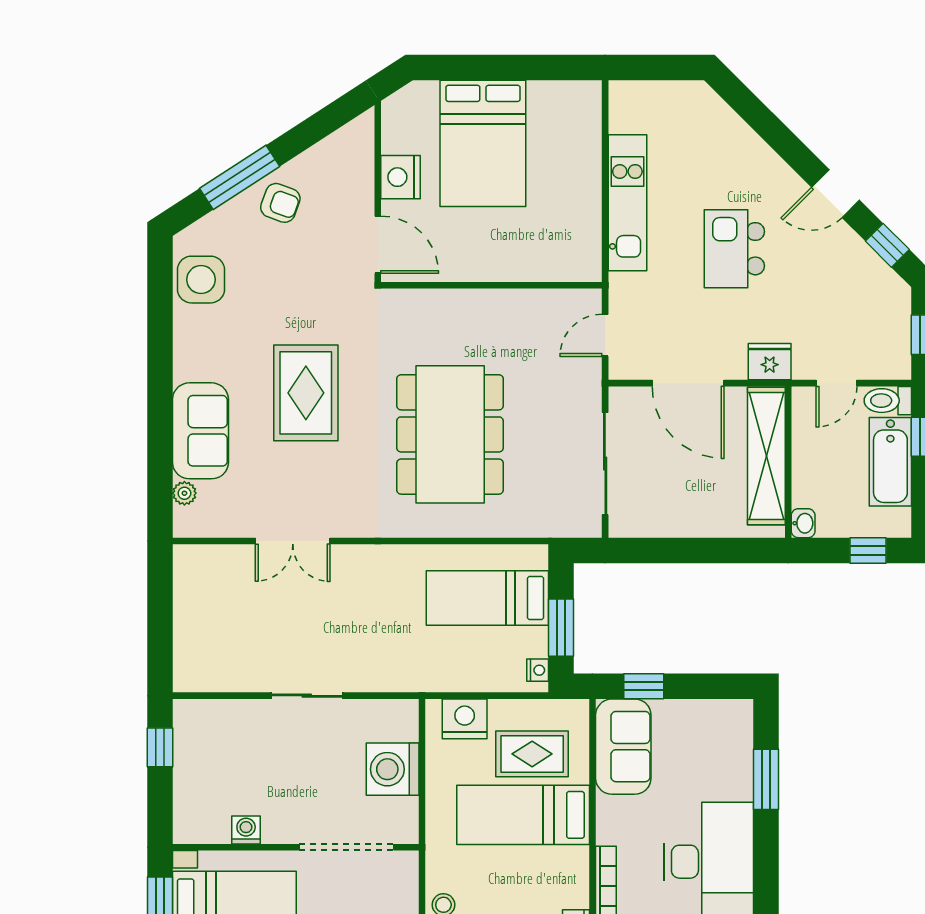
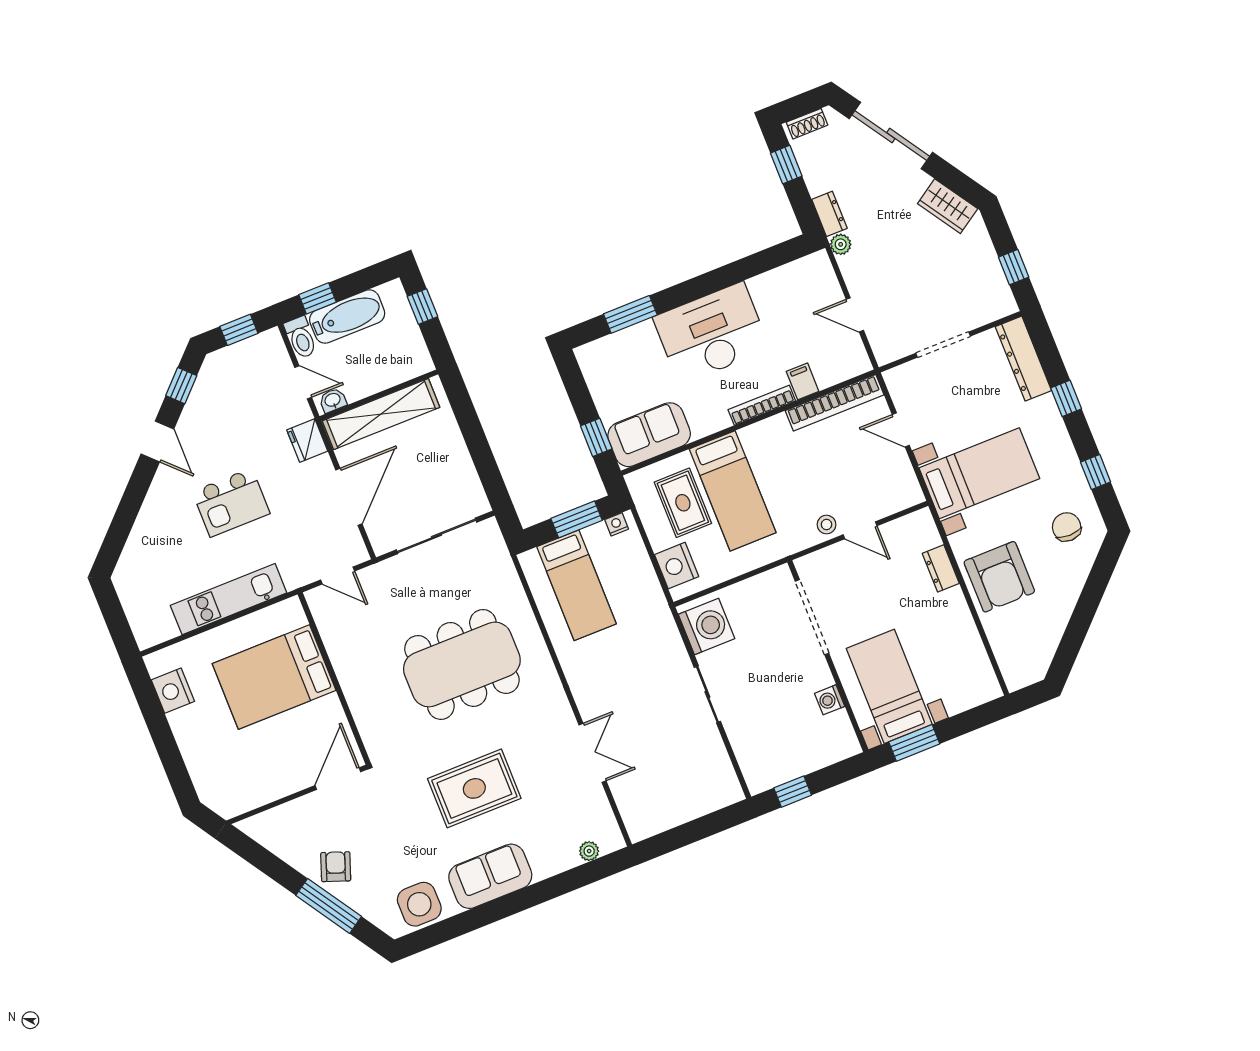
bed: (483, 143) -> (274, 677), moved, turned 180
nightstand: (400, 177) -> (173, 691), moved, turned 90
sofa: (200, 431) -> (490, 876), moved
washbasin: (803, 523) -> (333, 400), moved
washing machine: (393, 769) -> (707, 626), moved, turned -90

